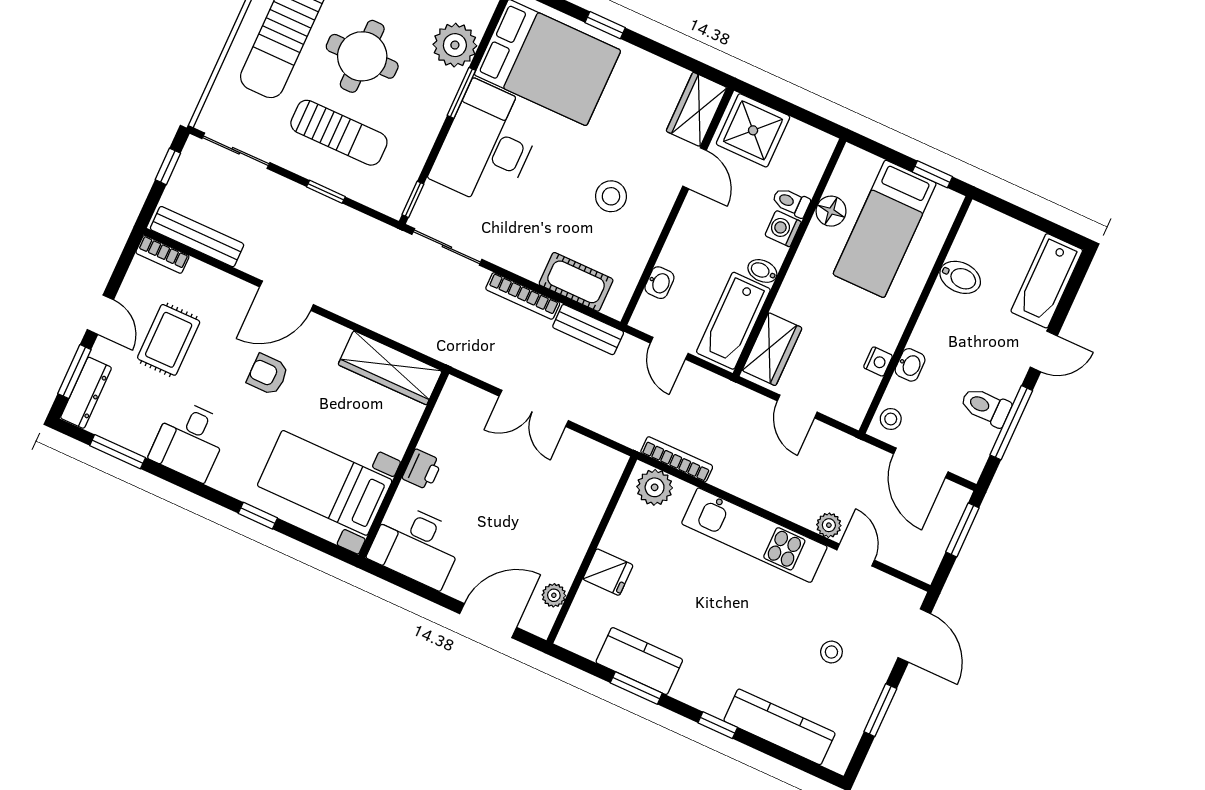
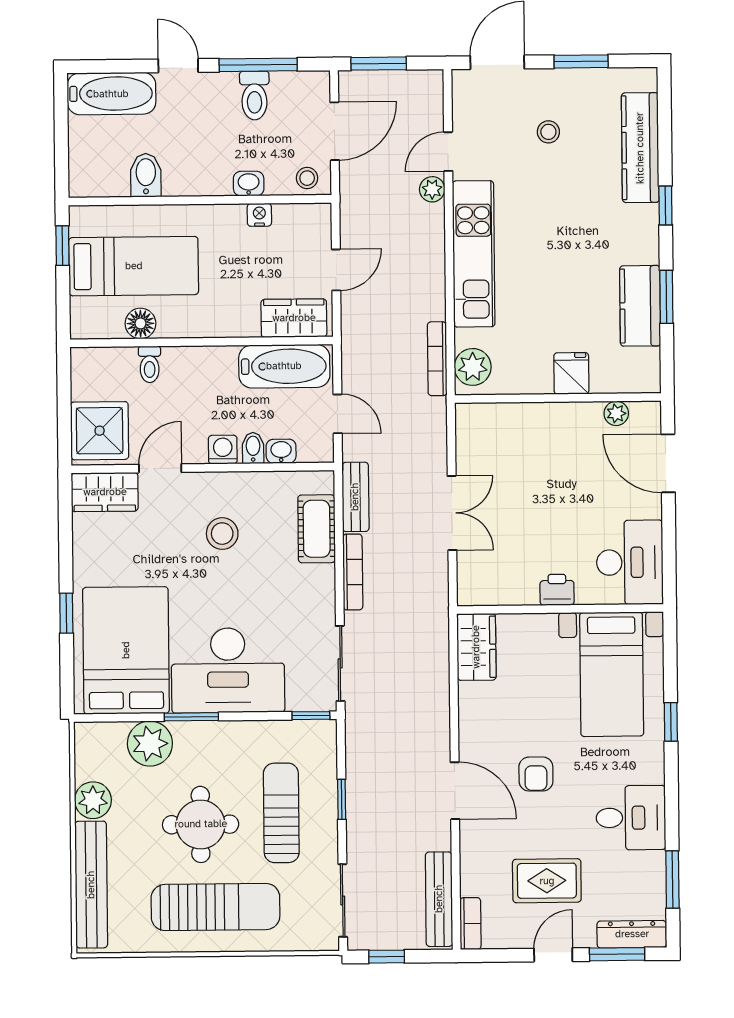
washing machine: (783, 229) -> (223, 450), moved, turned 180
bidet: (762, 271) -> (253, 448), moved, turned 180
door: (669, 348) -> (338, 414), hinge flipped
wardrobe: (390, 368) -> (476, 647), width x0.67

